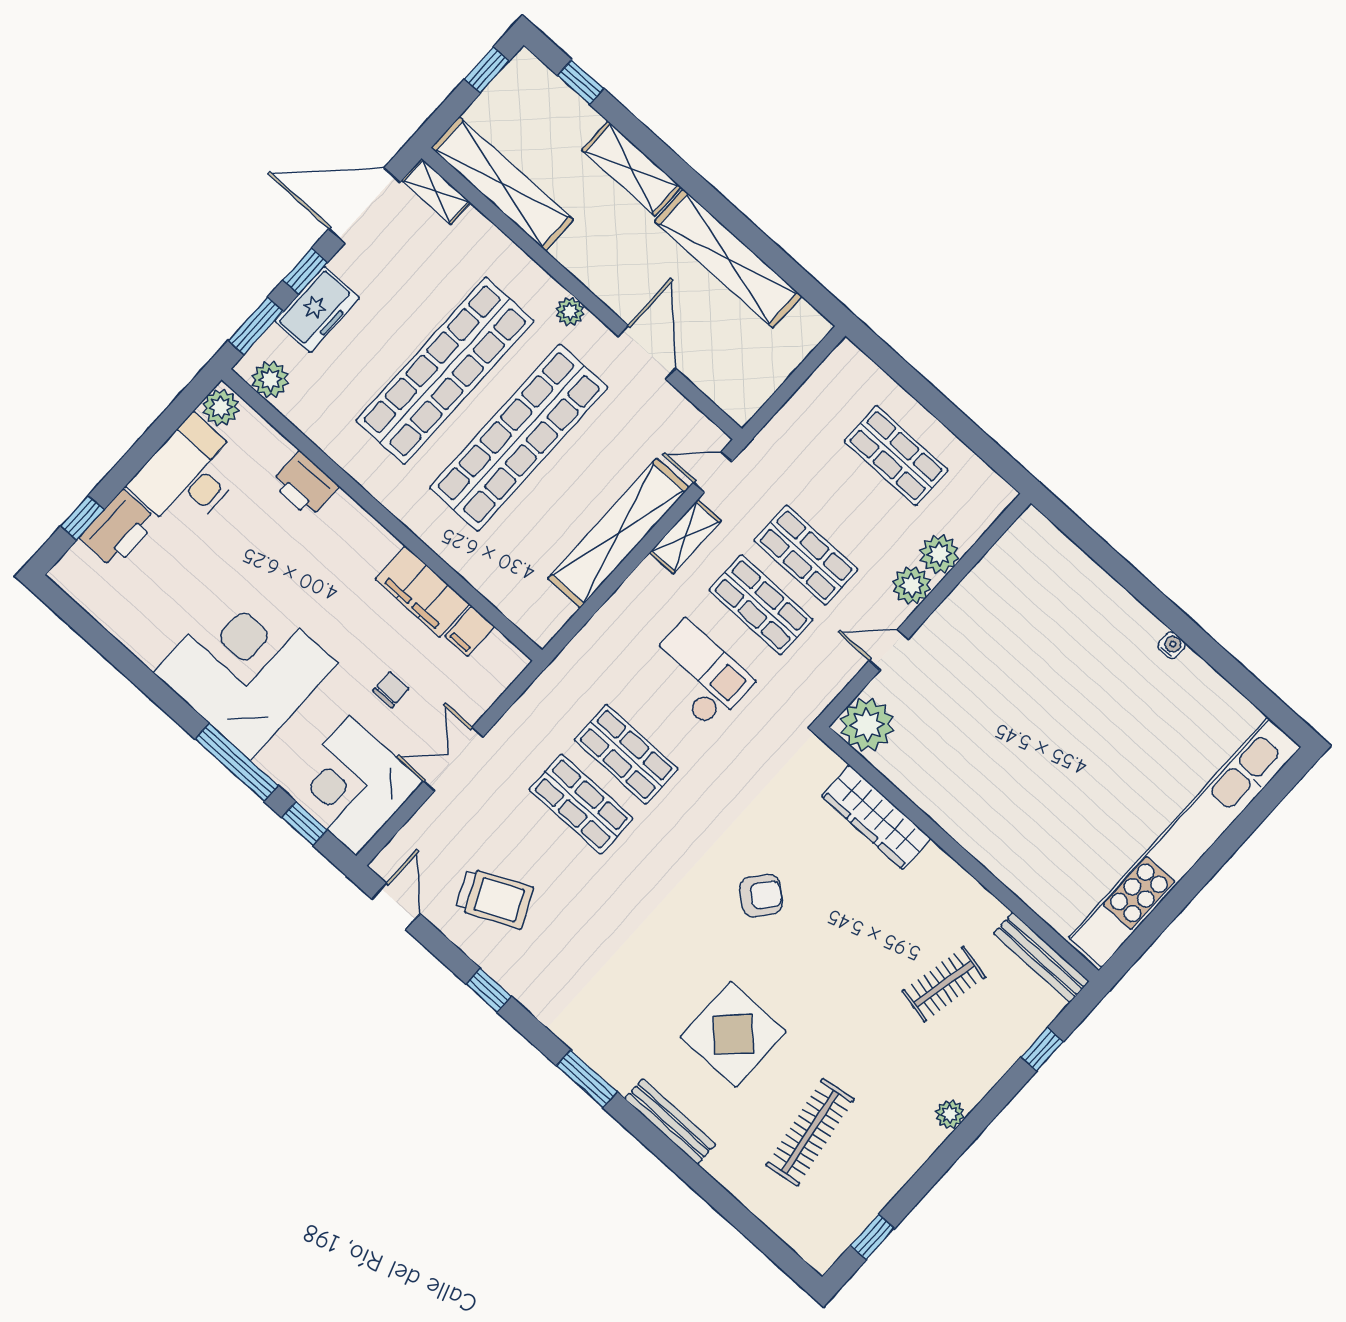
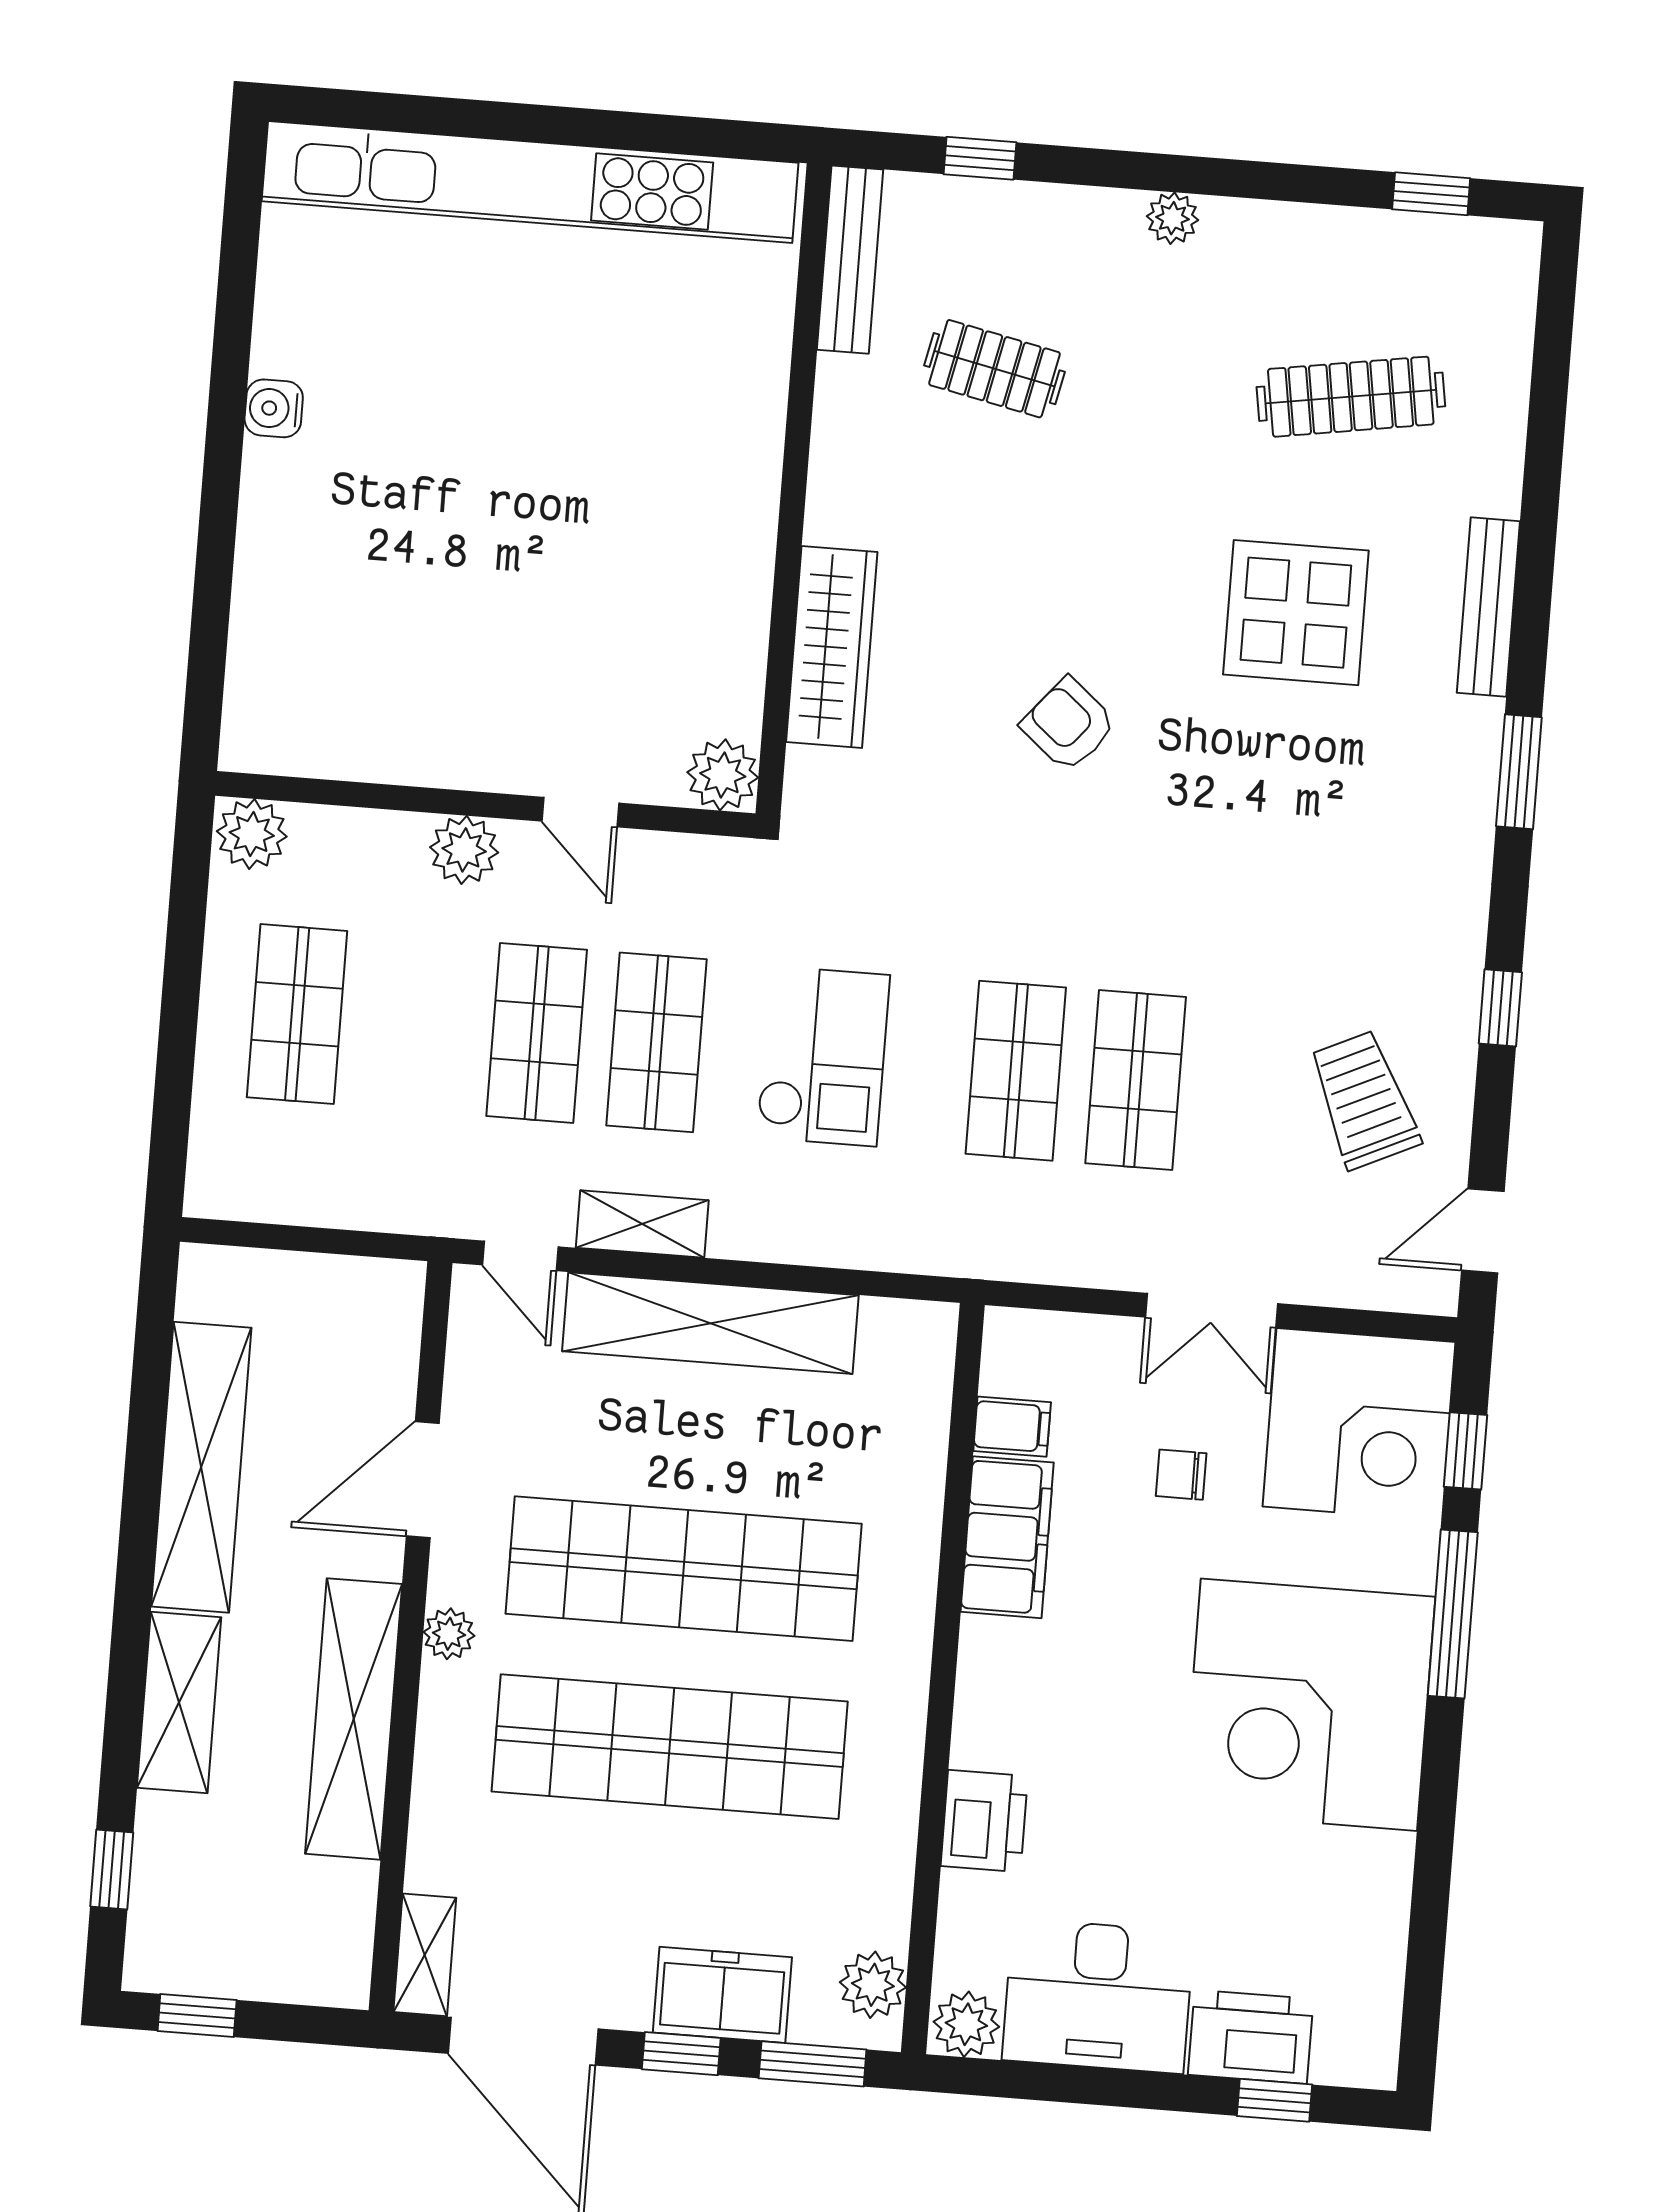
shelving: (502, 184) -> (354, 1719), moved
plant: (939, 554) -> (252, 834), moved
water cooler: (1172, 645) -> (274, 408), width x1.38, depth x1.38
checkout: (698, 674) -> (823, 1056), turned 180
plant: (867, 725) -> (723, 775), width x0.73, depth x0.73

